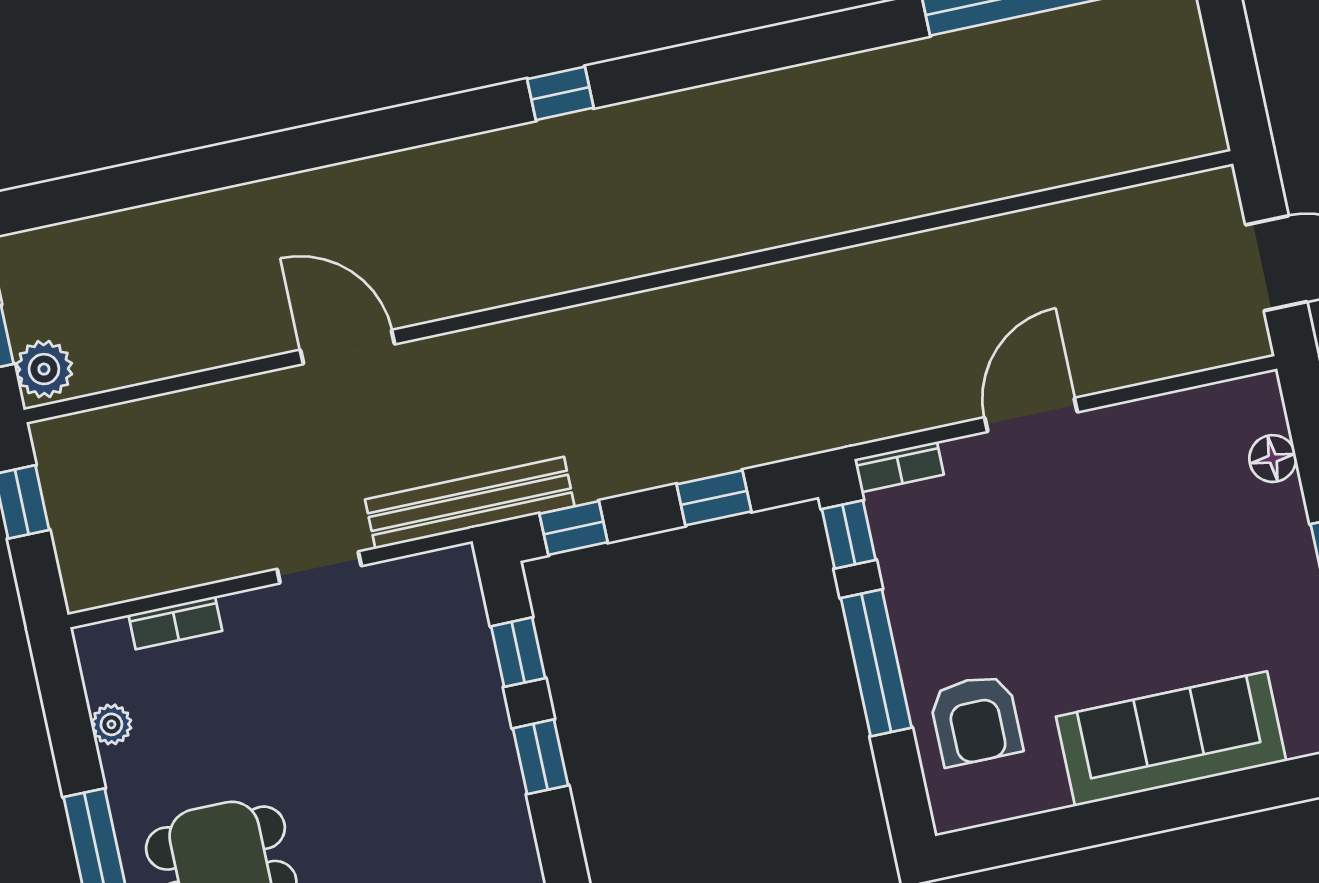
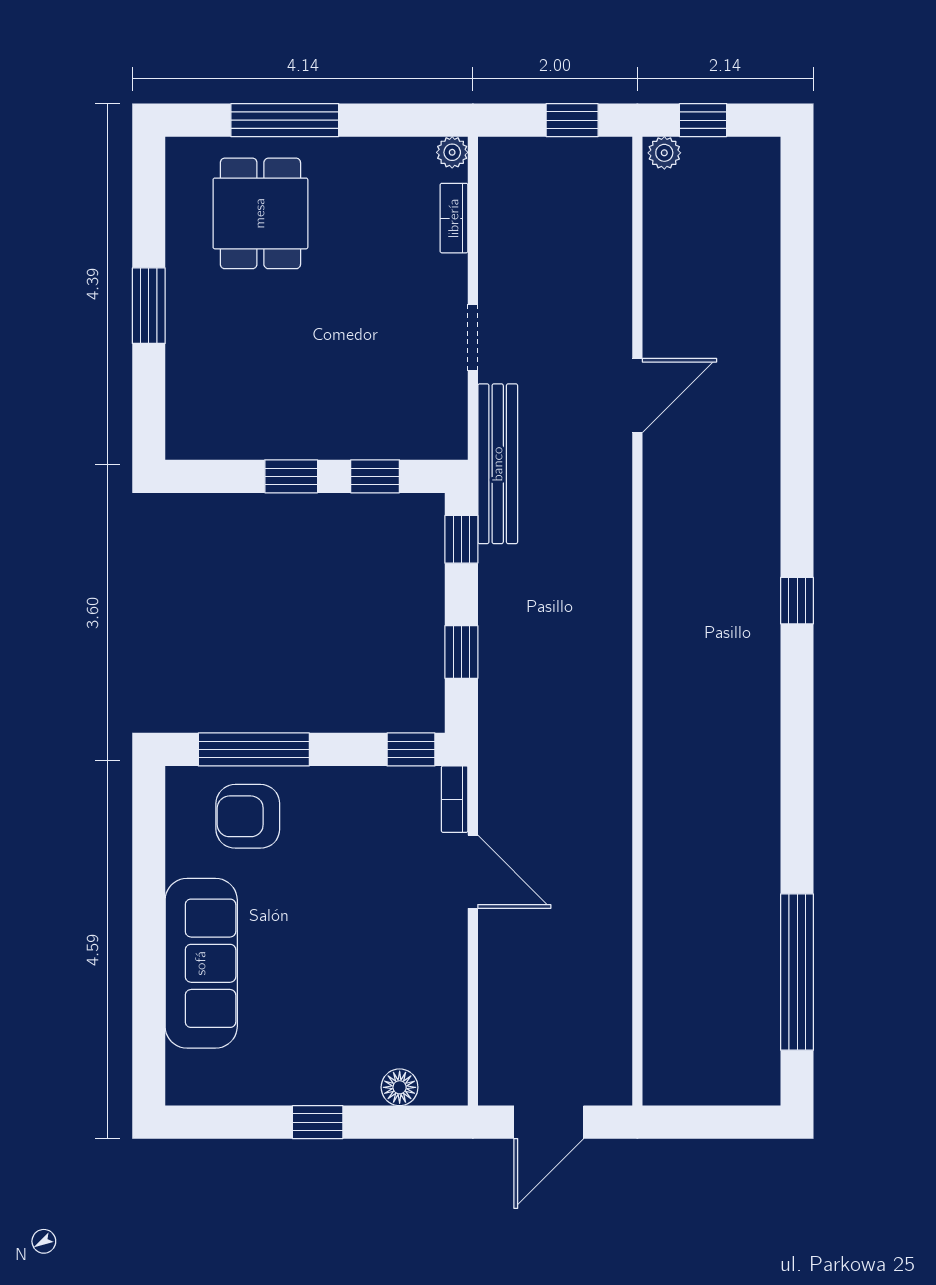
plant: (44, 369) -> (664, 153), width x0.73, depth x0.73
door: (1031, 415) -> (473, 872), moved
window: (876, 663) -> (254, 749), moved
plant: (111, 724) -> (452, 152), moved

